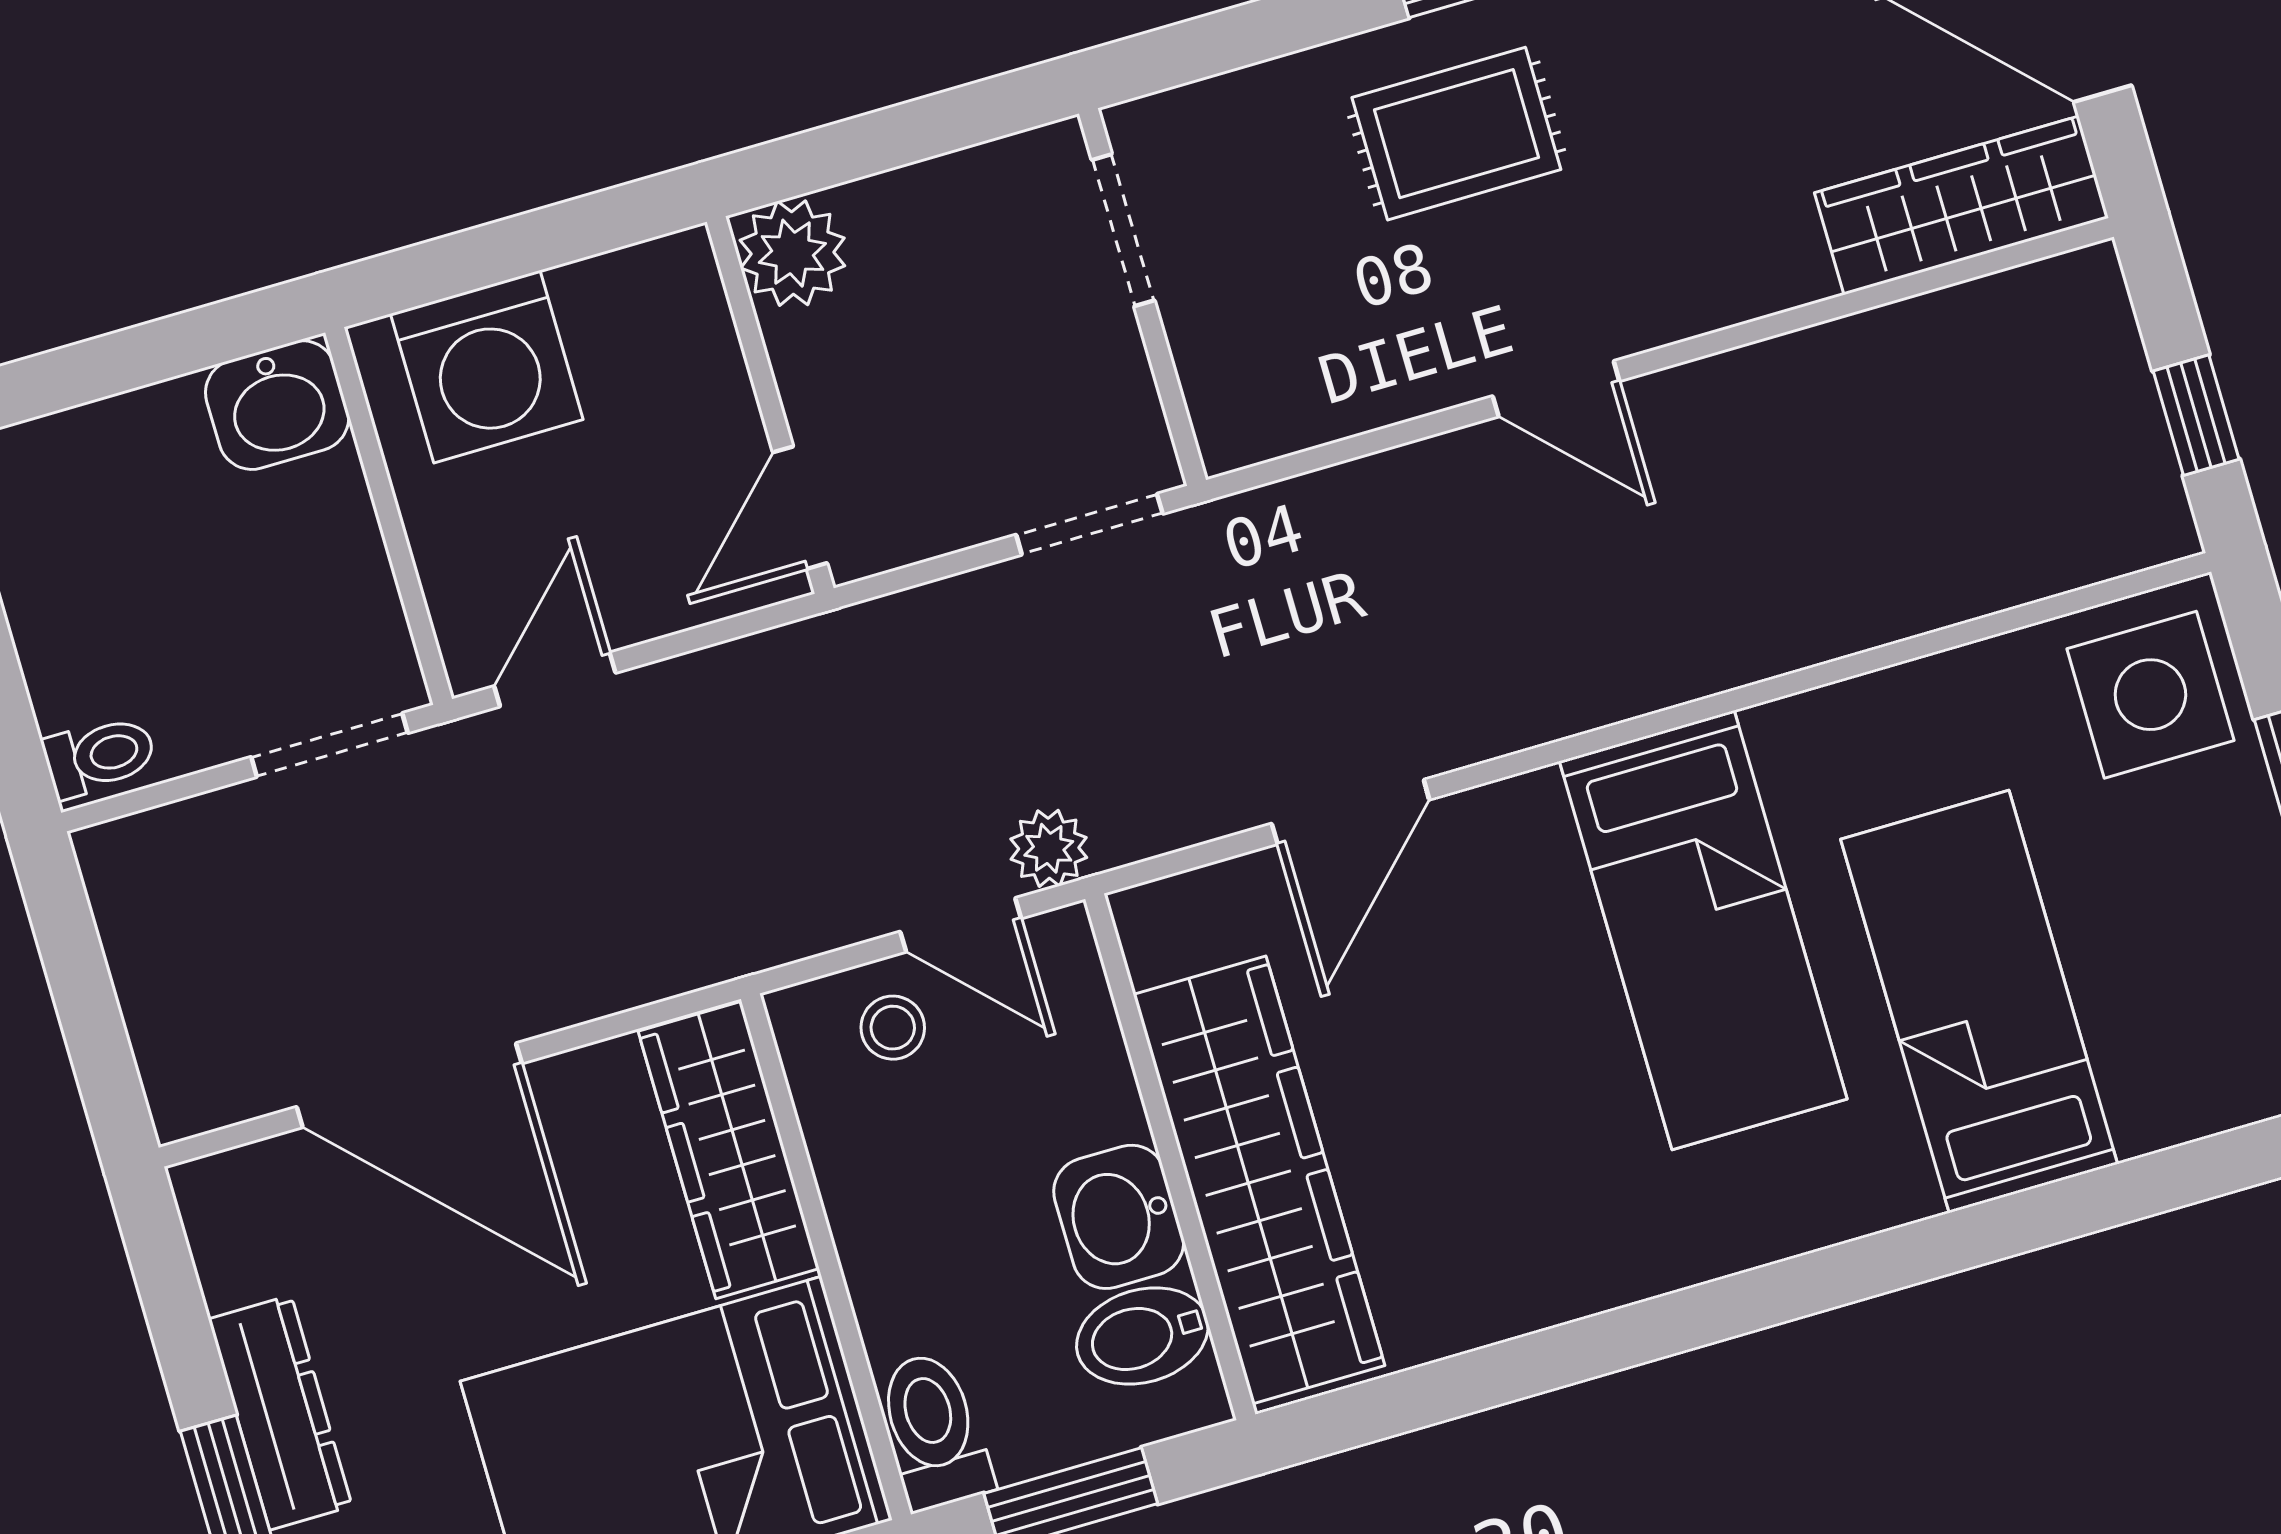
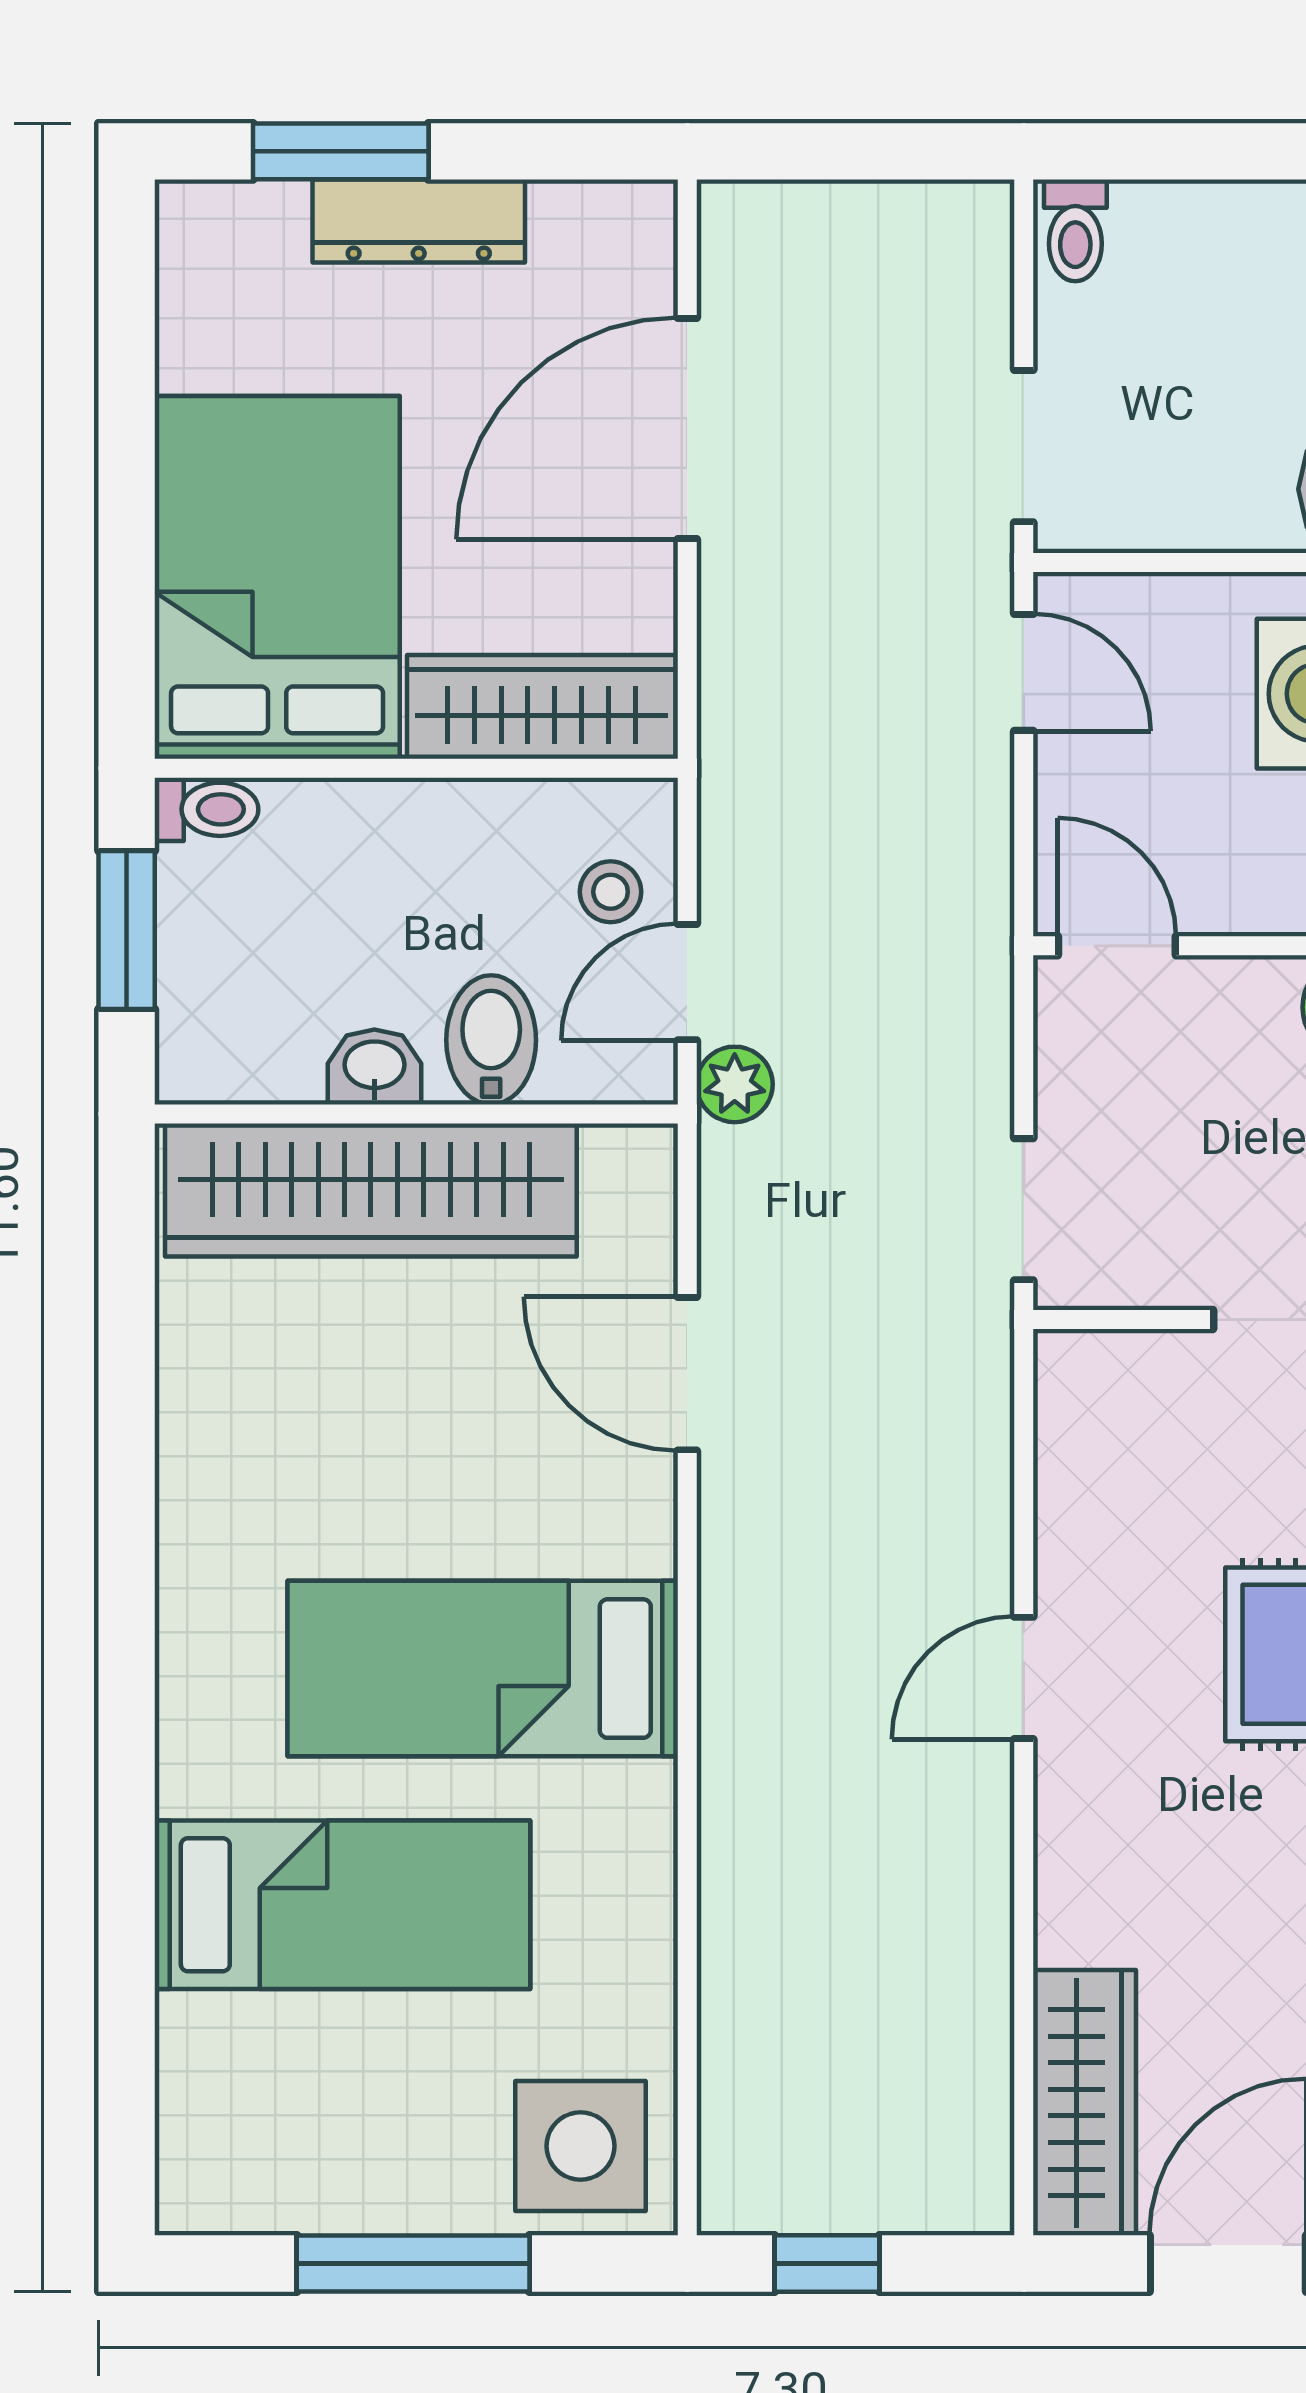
washbasin: (1119, 1217) -> (374, 1067), width x0.72, depth x0.69
bidet: (1142, 1336) -> (491, 1040), moved
toilet: (934, 1431) -> (206, 809), width x0.73, depth x0.72

